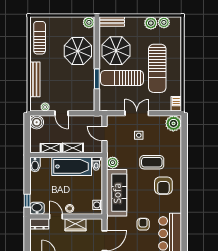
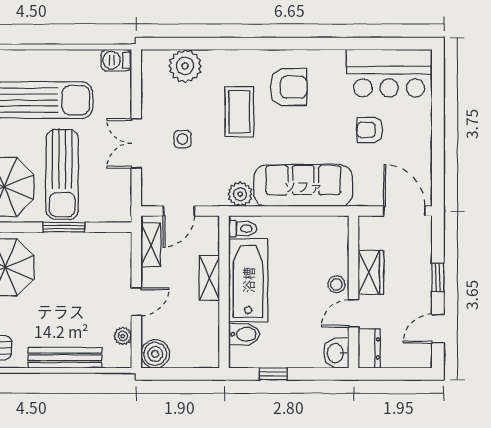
plant: (173, 123) -> (185, 66), moved
shelving: (51, 148) -> (151, 245), moved
bidet: (35, 165) -> (244, 334), moved
window: (27, 201) -> (273, 374), moved
washing machine: (98, 205) -> (329, 226), removed

